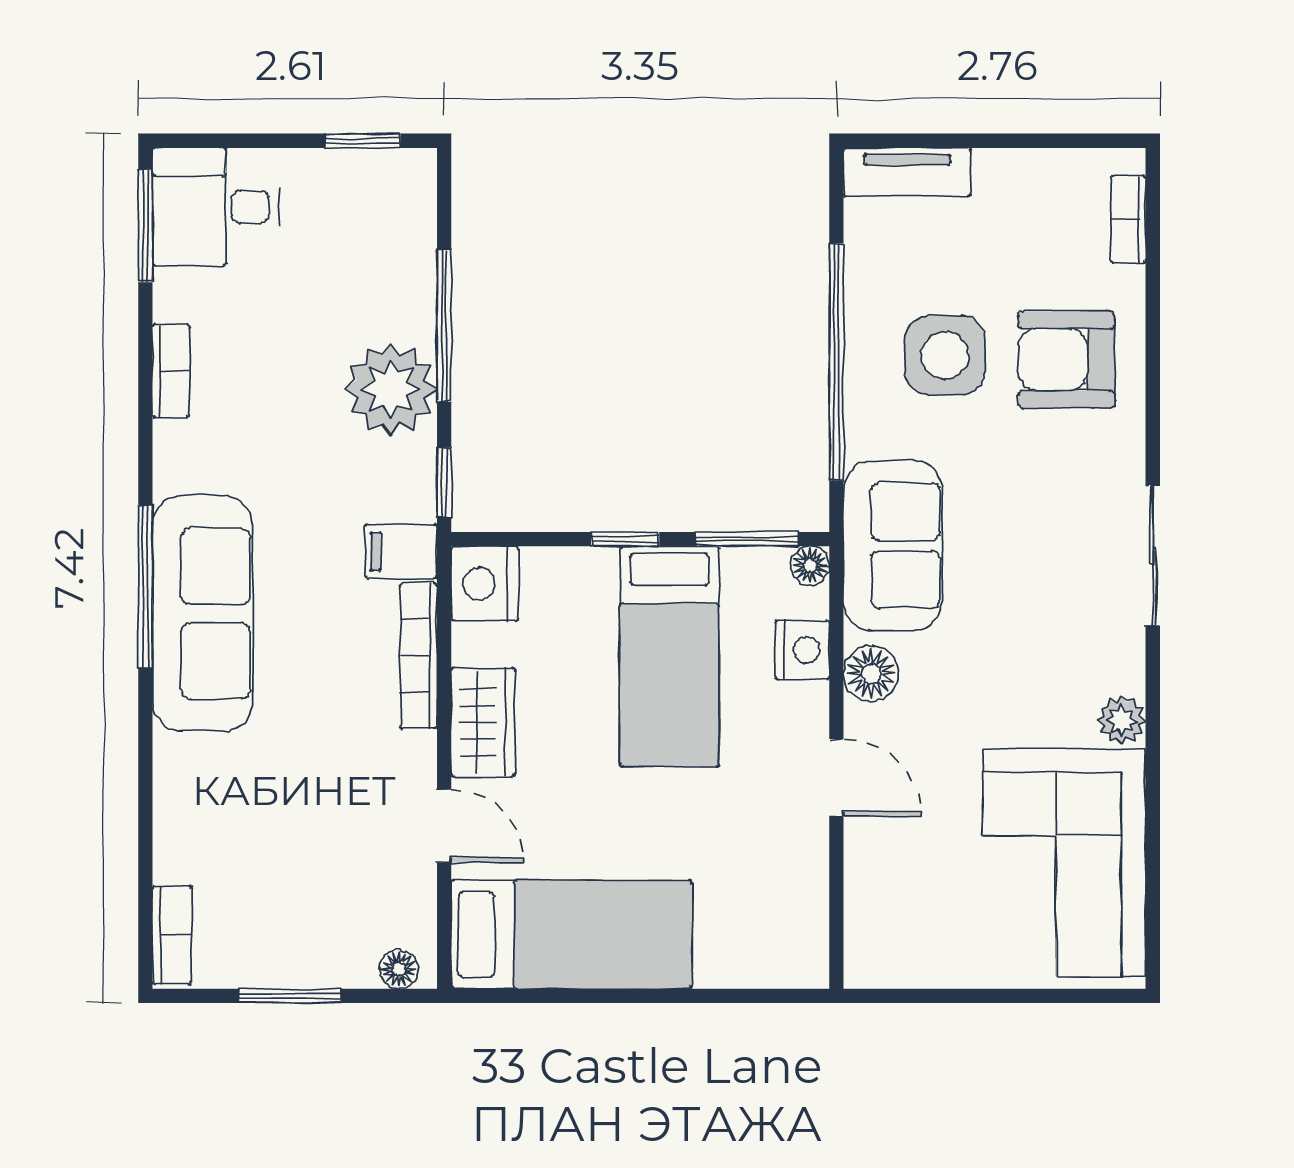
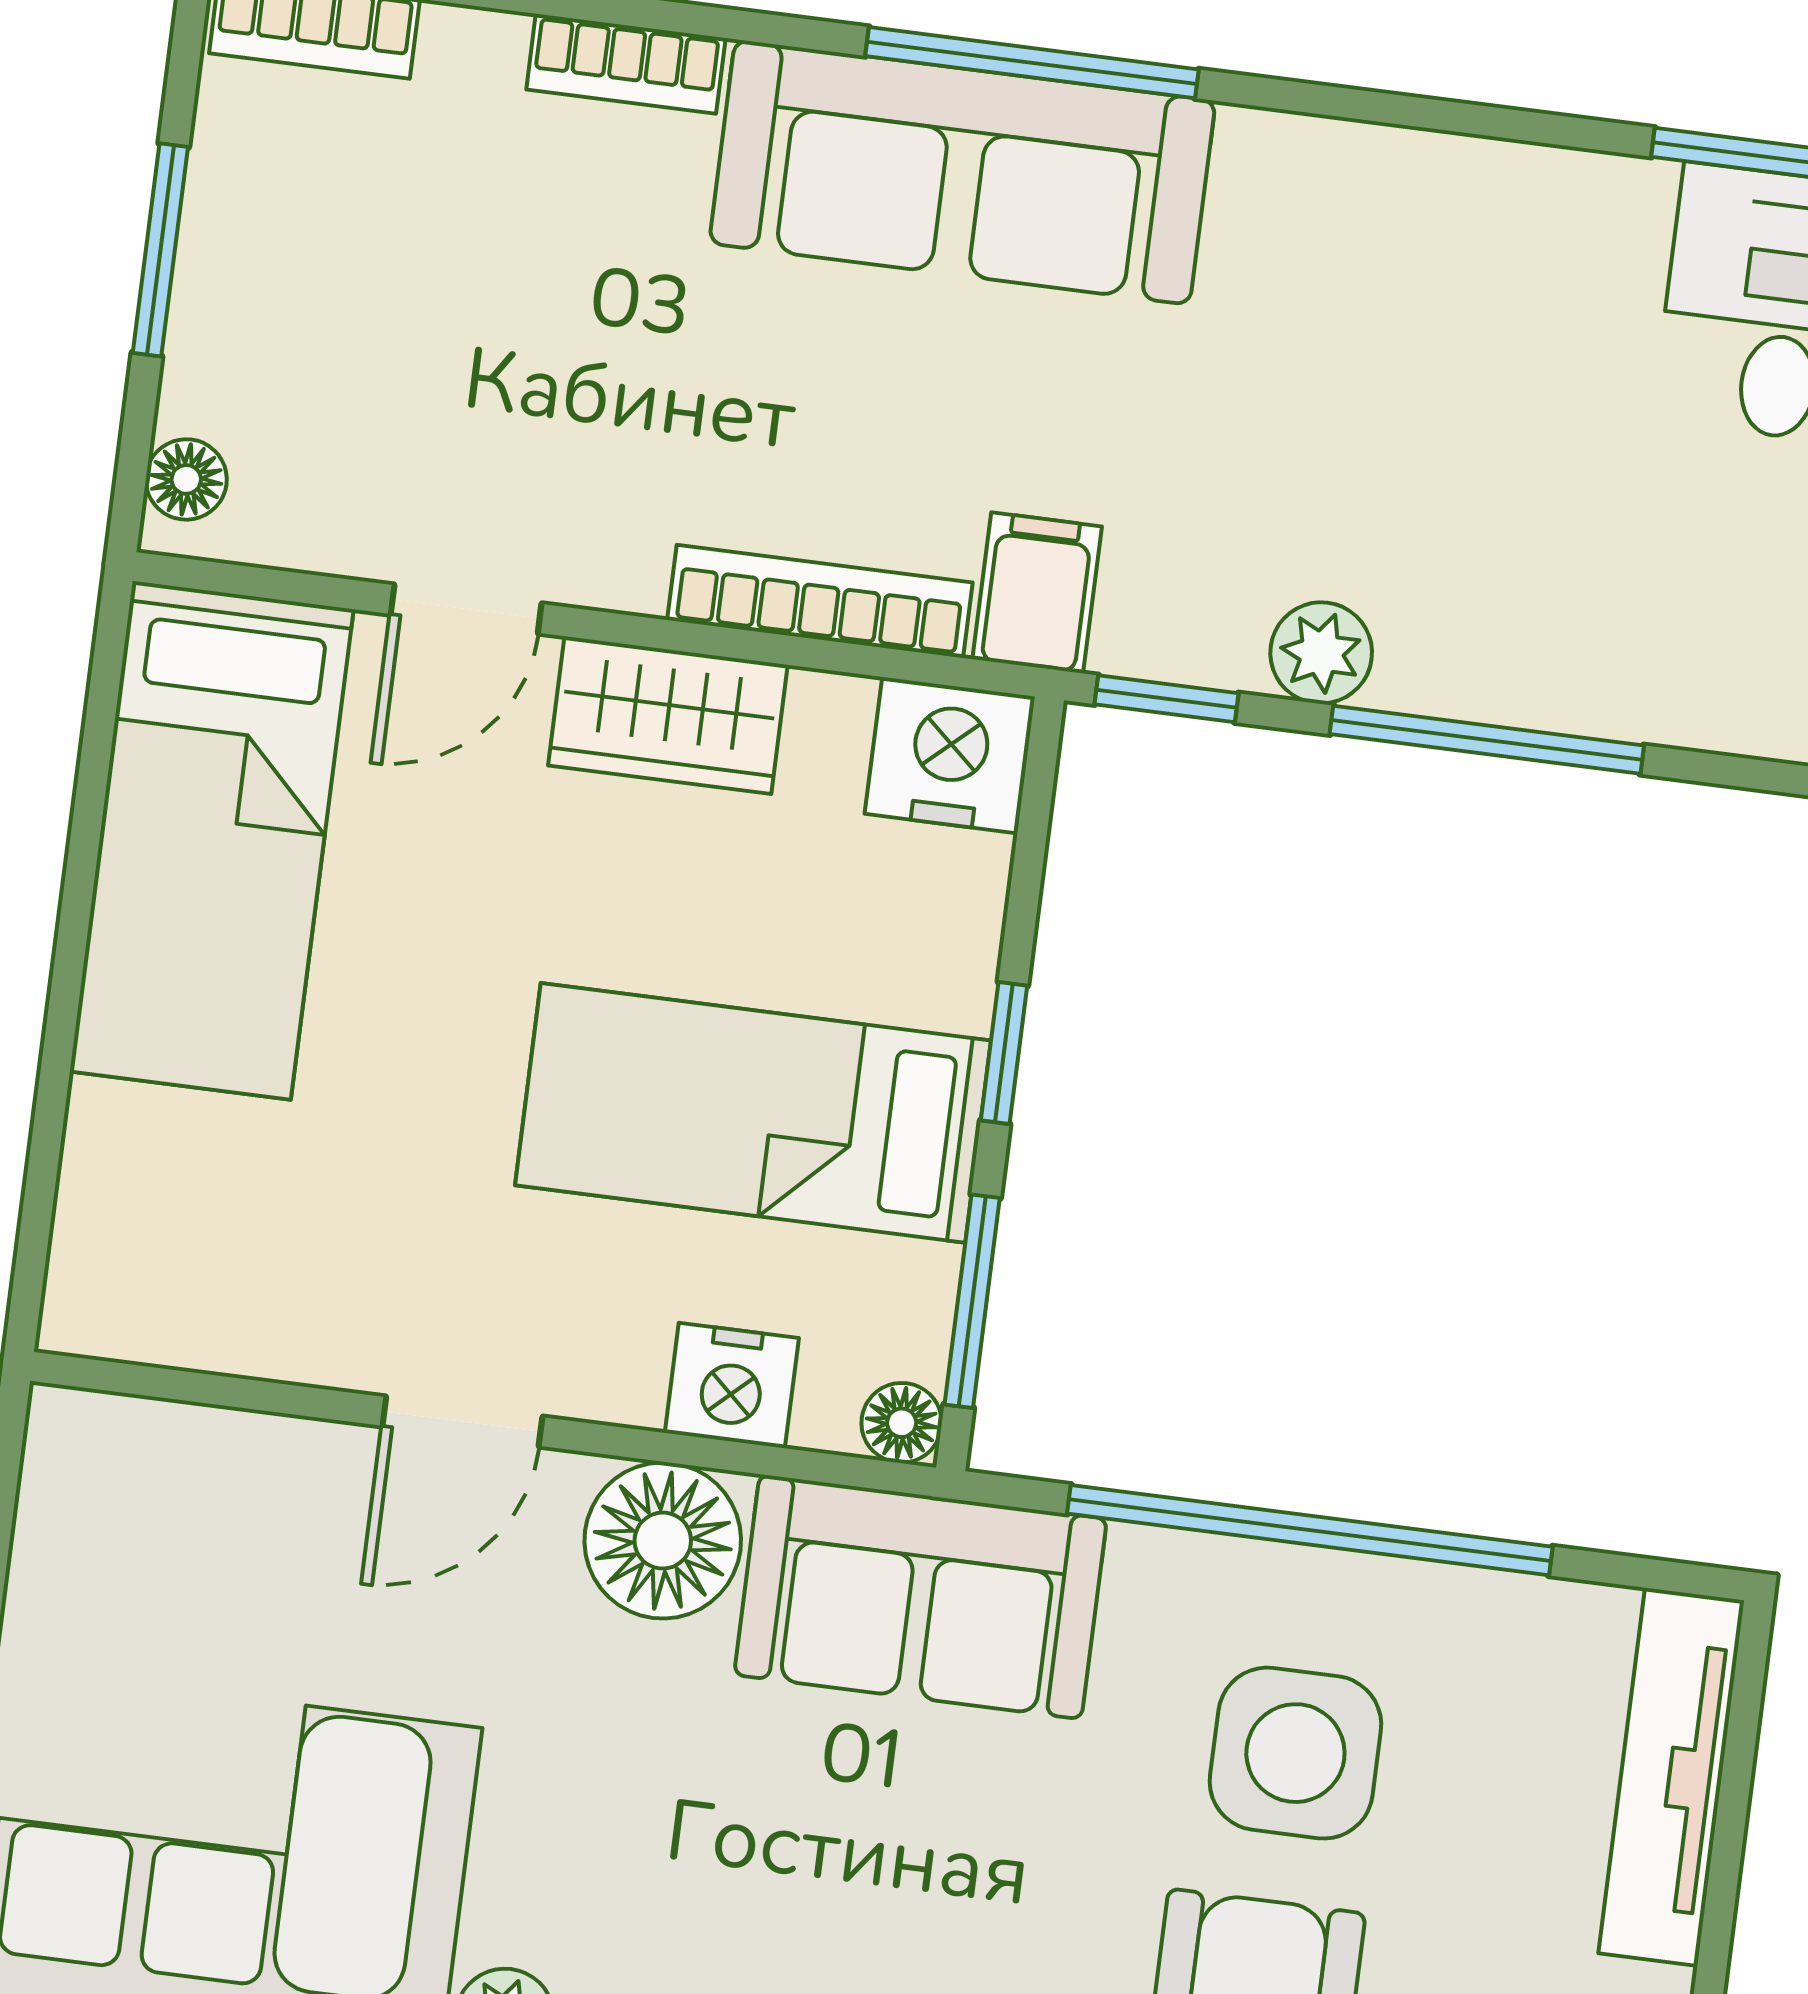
tv unit: (907, 172) -> (1671, 1777), width x1.41
bookcase: (171, 371) -> (626, 64), moved
plant: (391, 389) -> (1321, 653), width x0.53, depth x0.53
floor lamp: (871, 674) -> (663, 1541), width x1.38, depth x1.38

